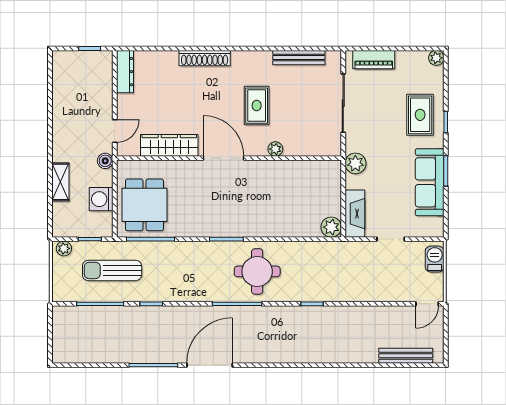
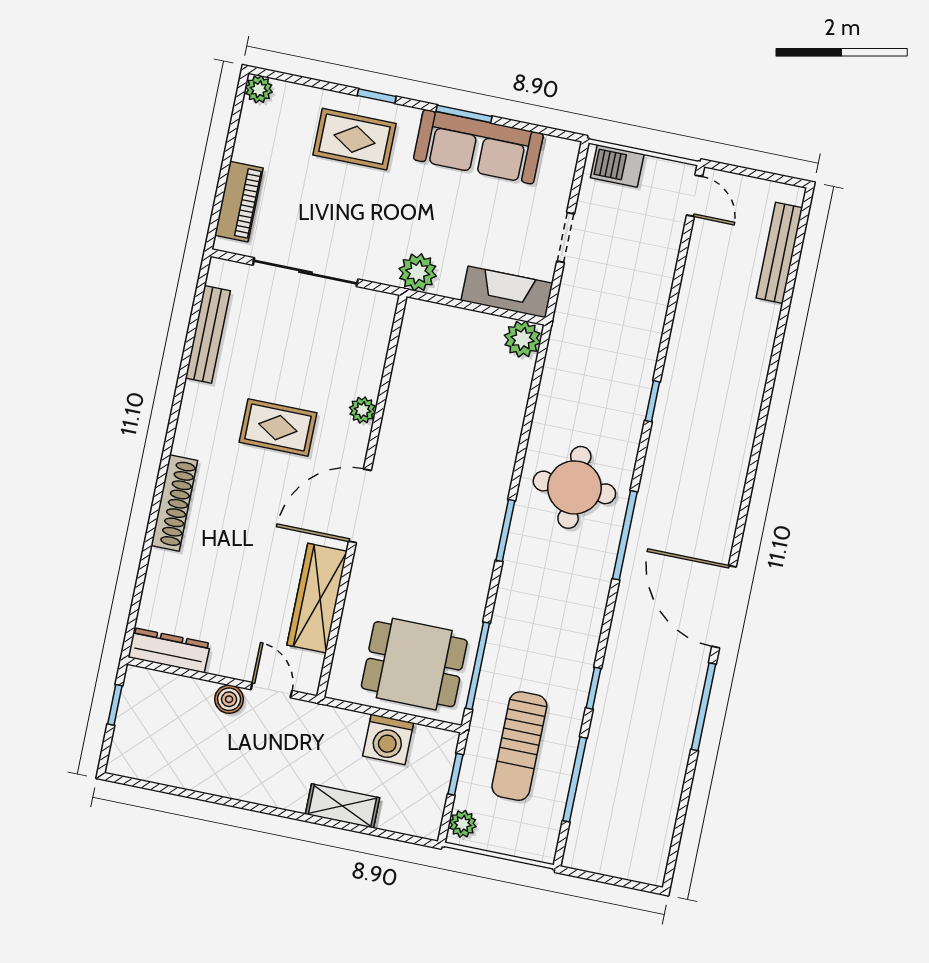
boiler: (105, 161) -> (229, 699), moved

